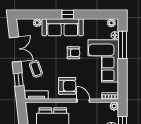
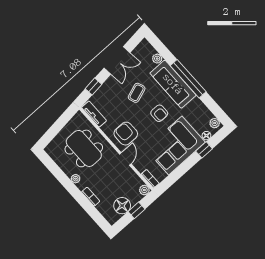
window: (68, 14) -> (188, 79), width x3.17
window: (123, 45) -> (204, 150), width x0.46
coffee table: (36, 69) -> (137, 93), moved
armchair: (67, 86) -> (126, 134), turned 180

